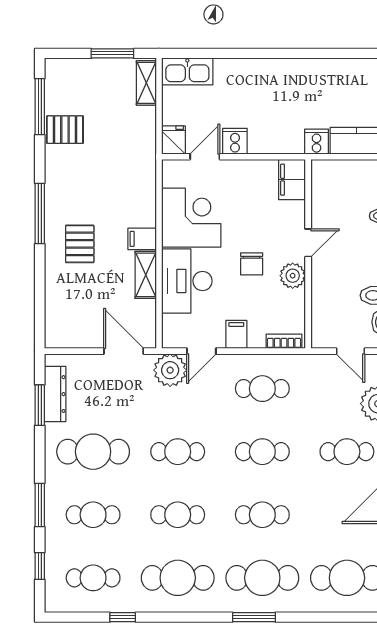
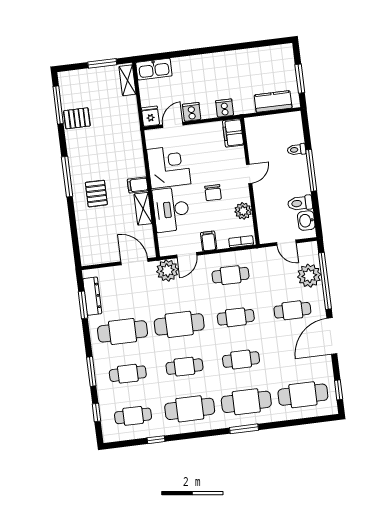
cooker: (317, 142) -> (225, 108), moved
plant: (293, 276) -> (243, 211), moved
cafe table: (178, 452) -> (179, 324), width x1.37, depth x1.35

